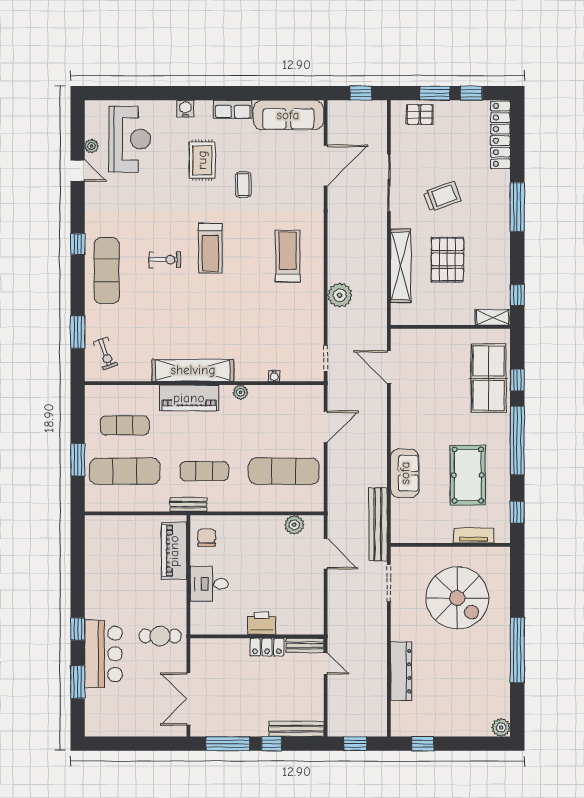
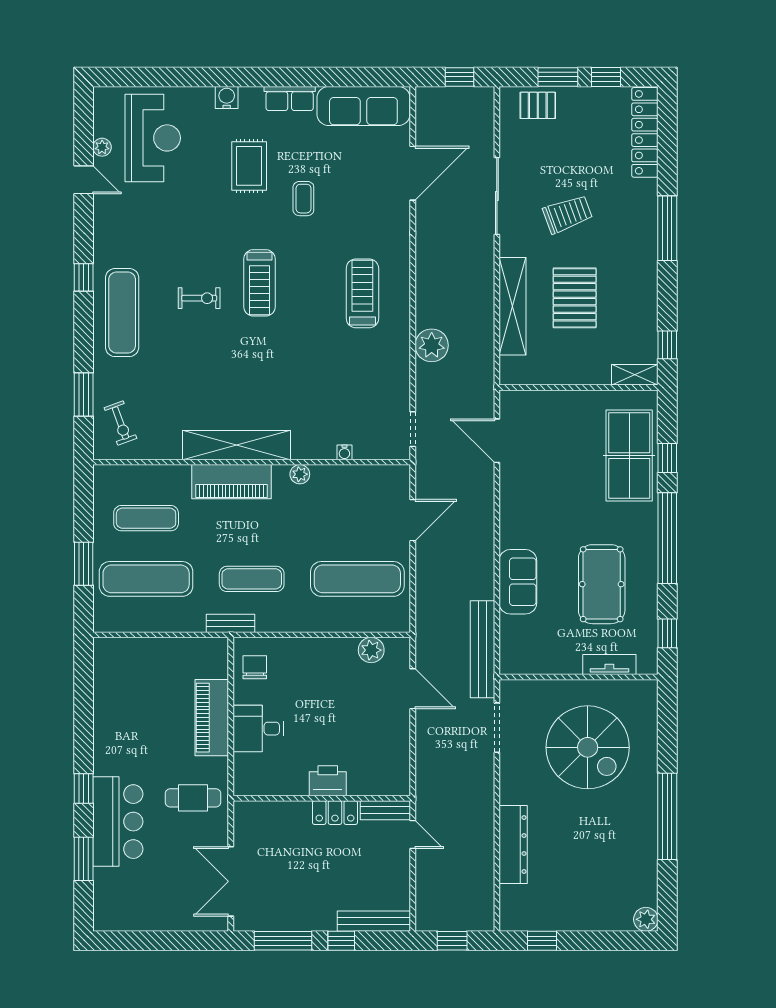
piano: (174, 551) -> (212, 718), moved

